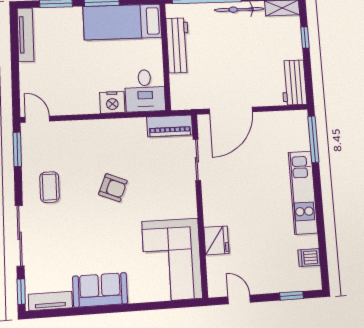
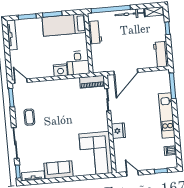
workbench: (178, 45) -> (95, 32), width x0.73
armchair: (113, 188) -> (63, 116), removed
fridge: (216, 240) -> (118, 131), moved

